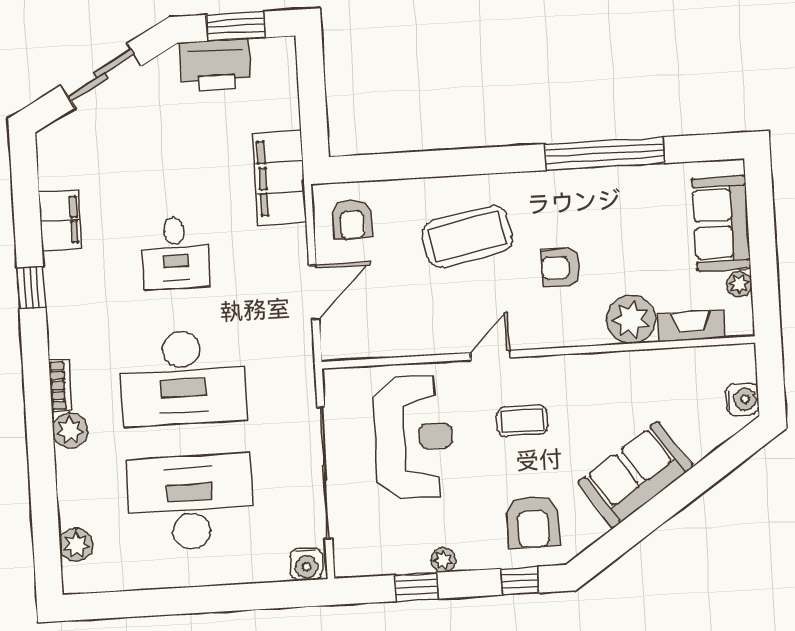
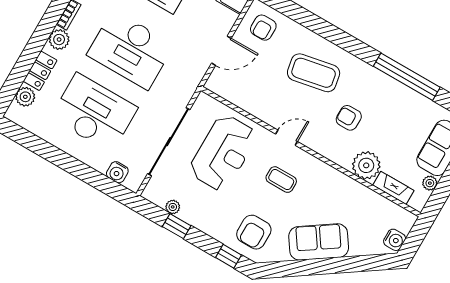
locker: (73, 494) -> (40, 71), added
plant: (443, 560) -> (173, 207), moved
water cooler: (306, 564) -> (117, 172), moved

